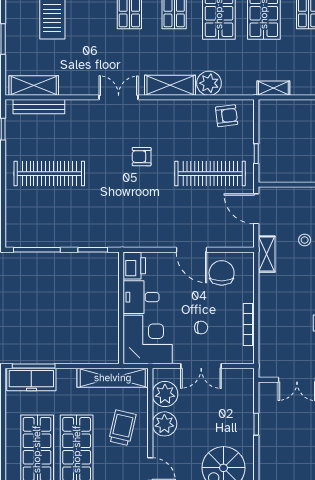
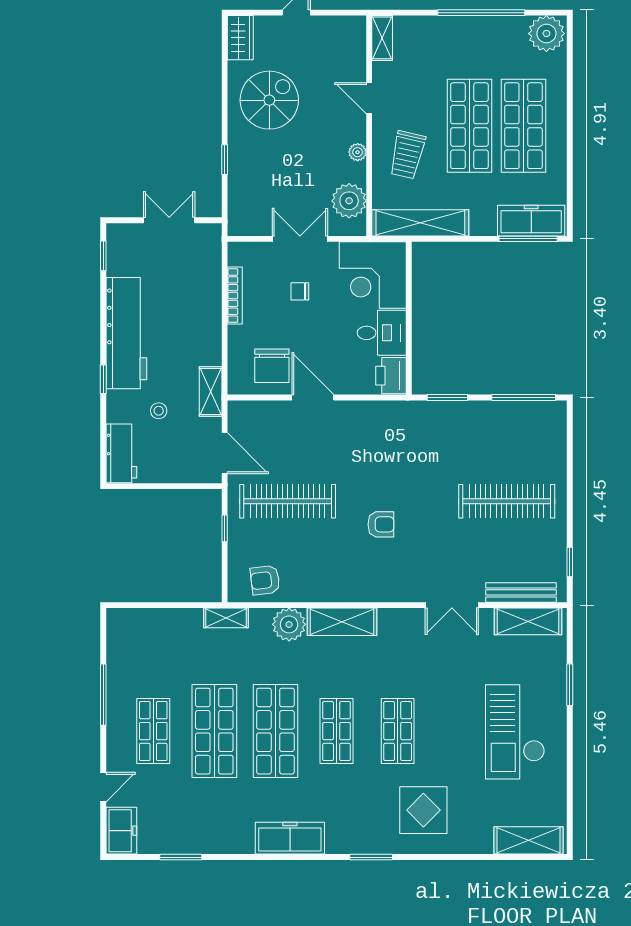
shelving: (273, 88) -> (226, 618), moved
double door: (119, 97) -> (452, 605), moved
plant: (164, 424) -> (358, 152), width x0.53, depth x0.53

